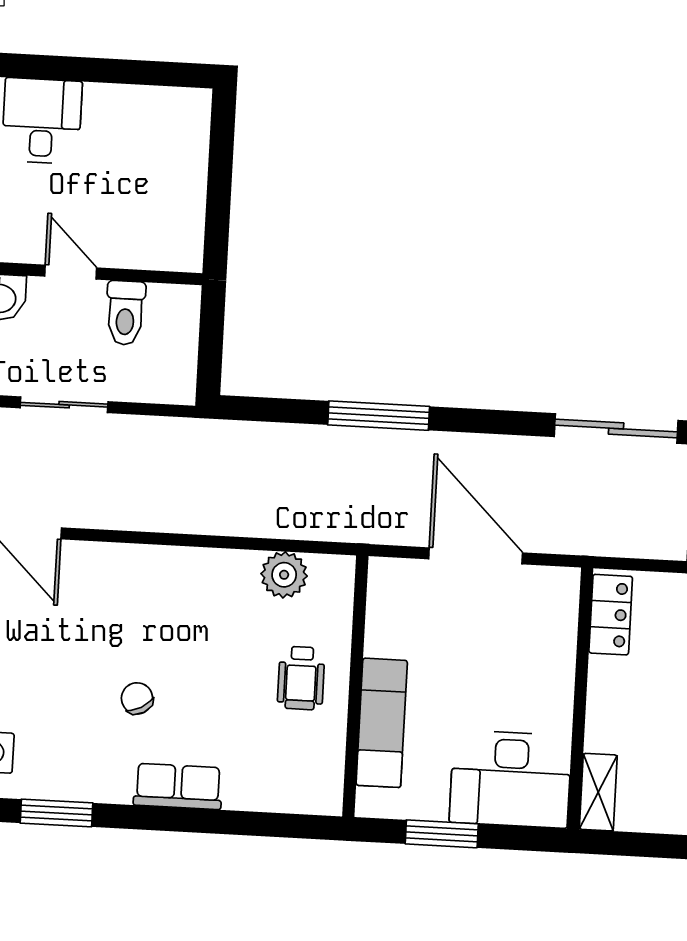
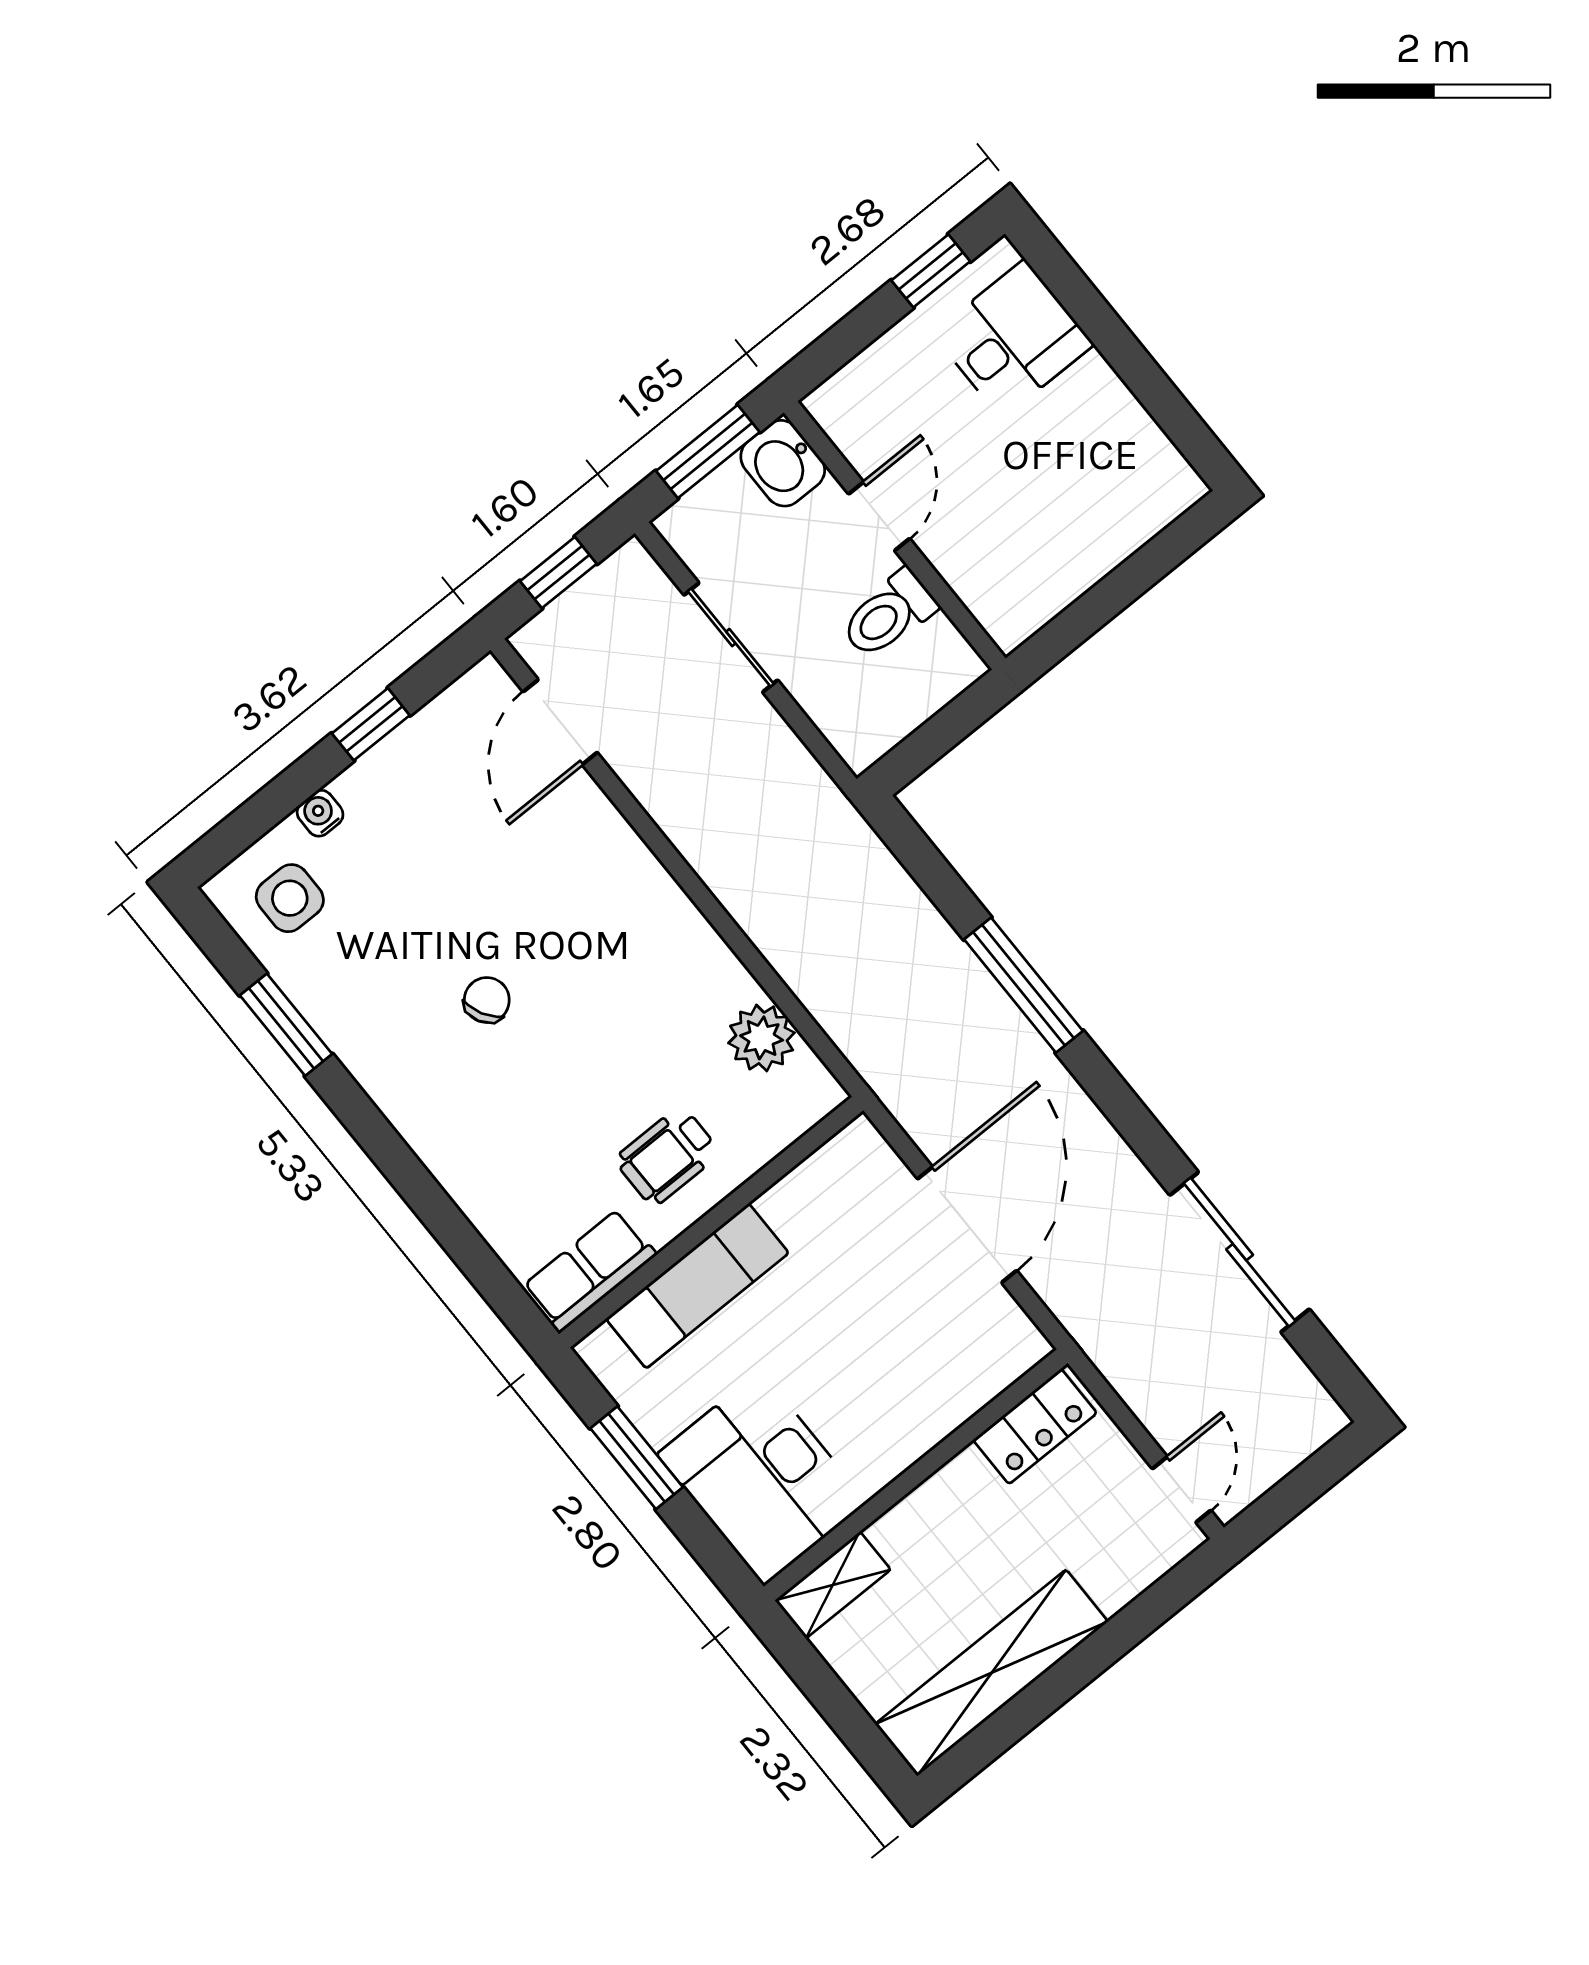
row of seats: (178, 786) -> (589, 1271), moved, turned -90

